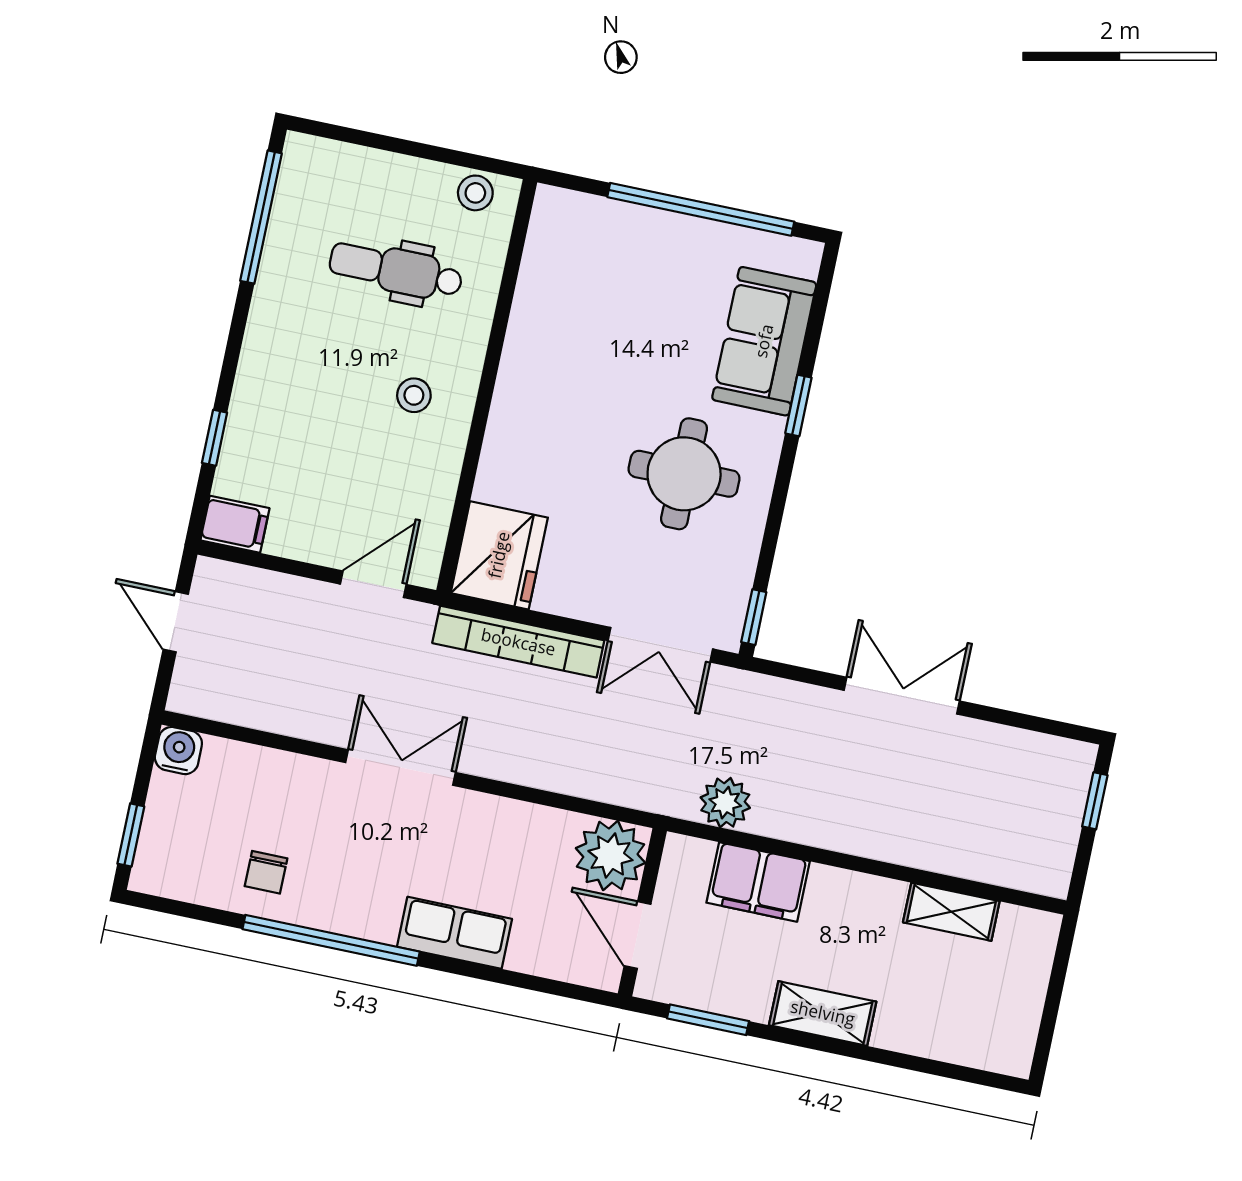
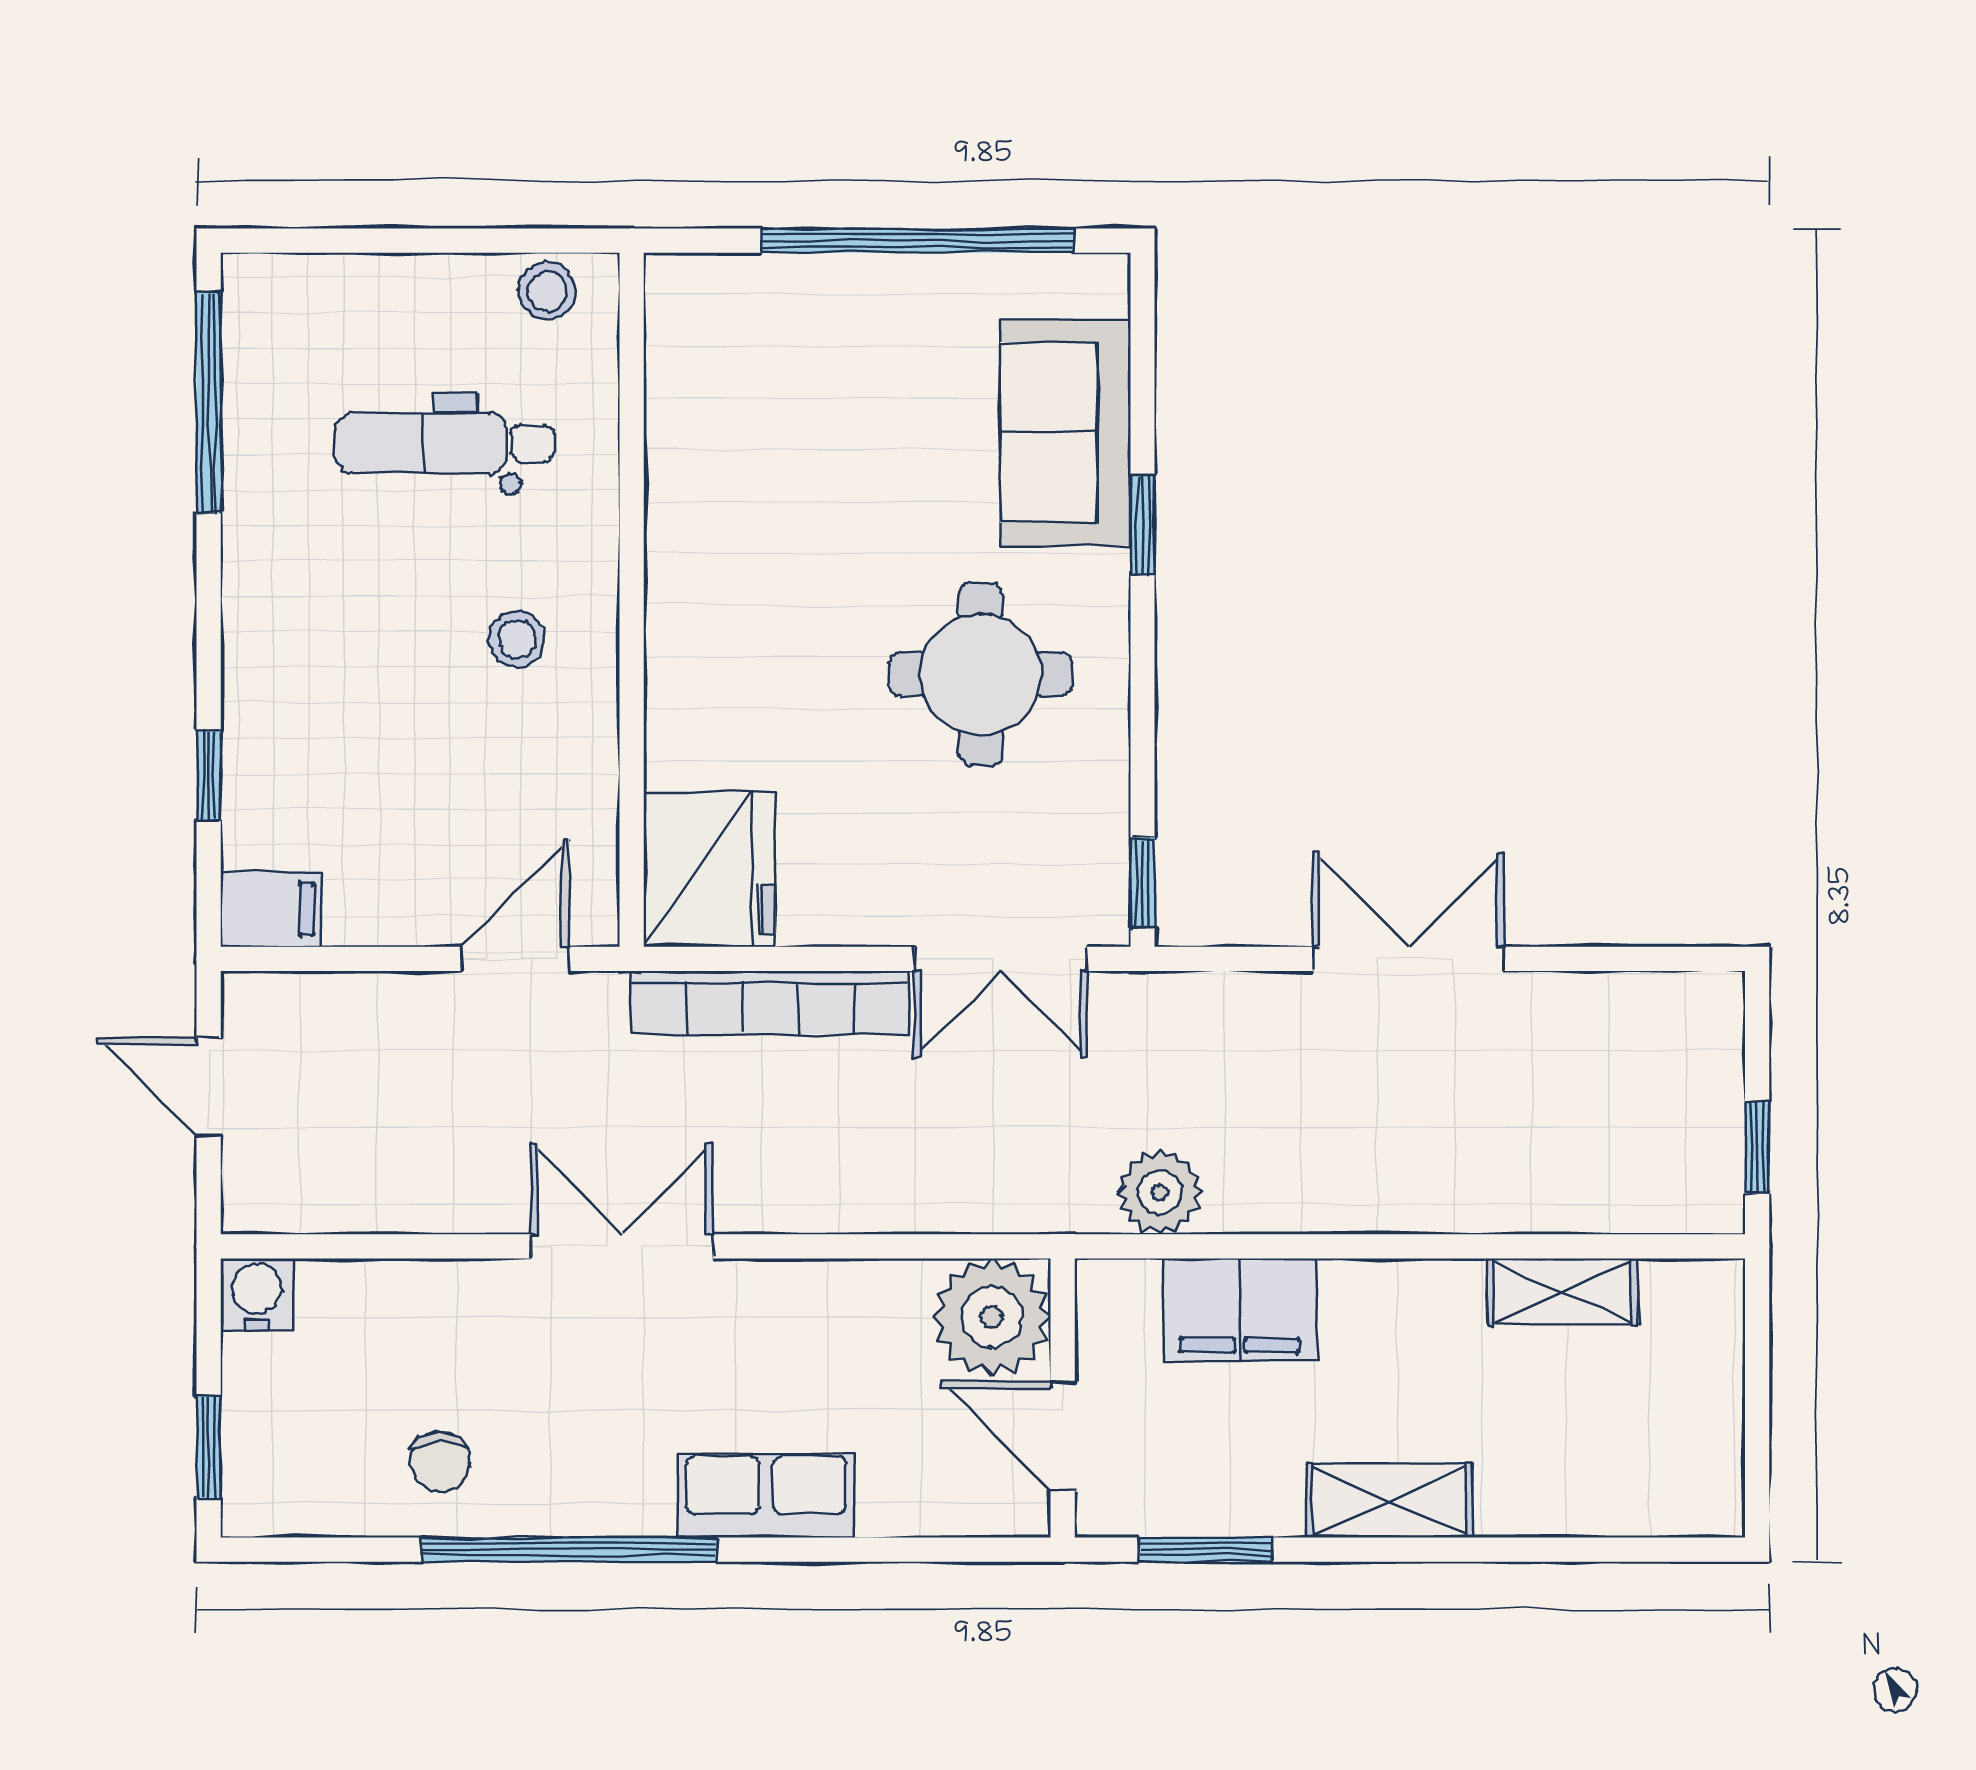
window: (1095, 801) -> (1757, 1147), moved

